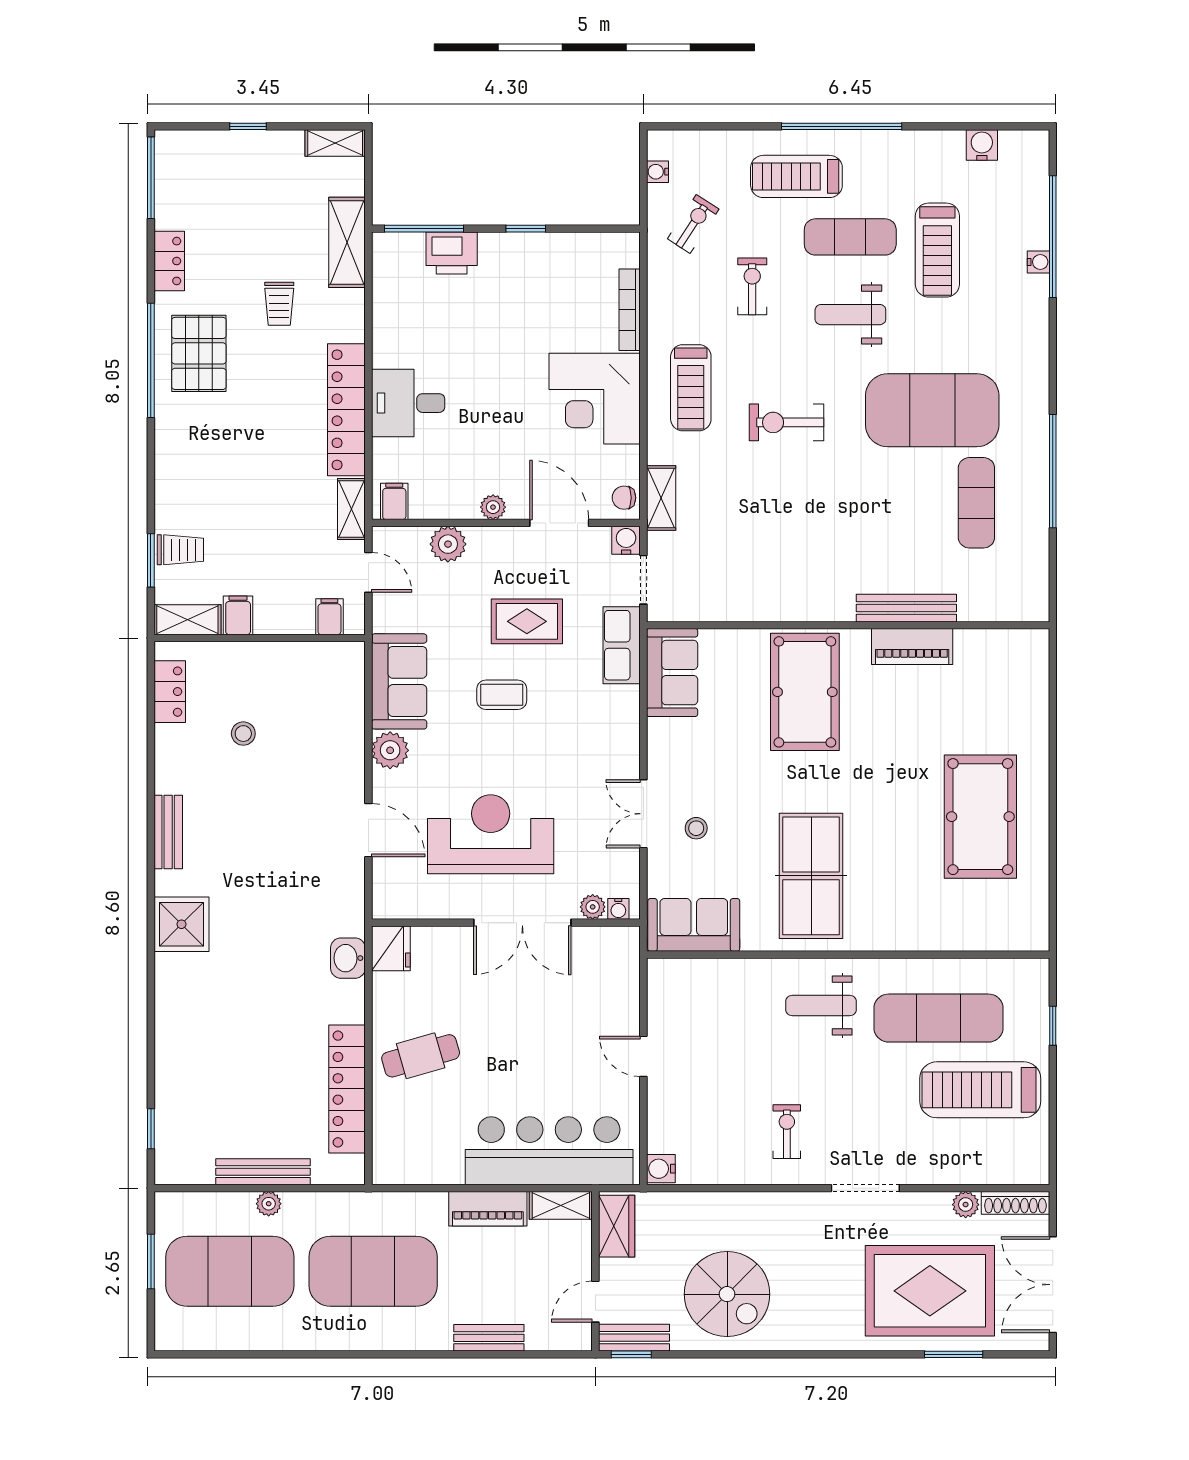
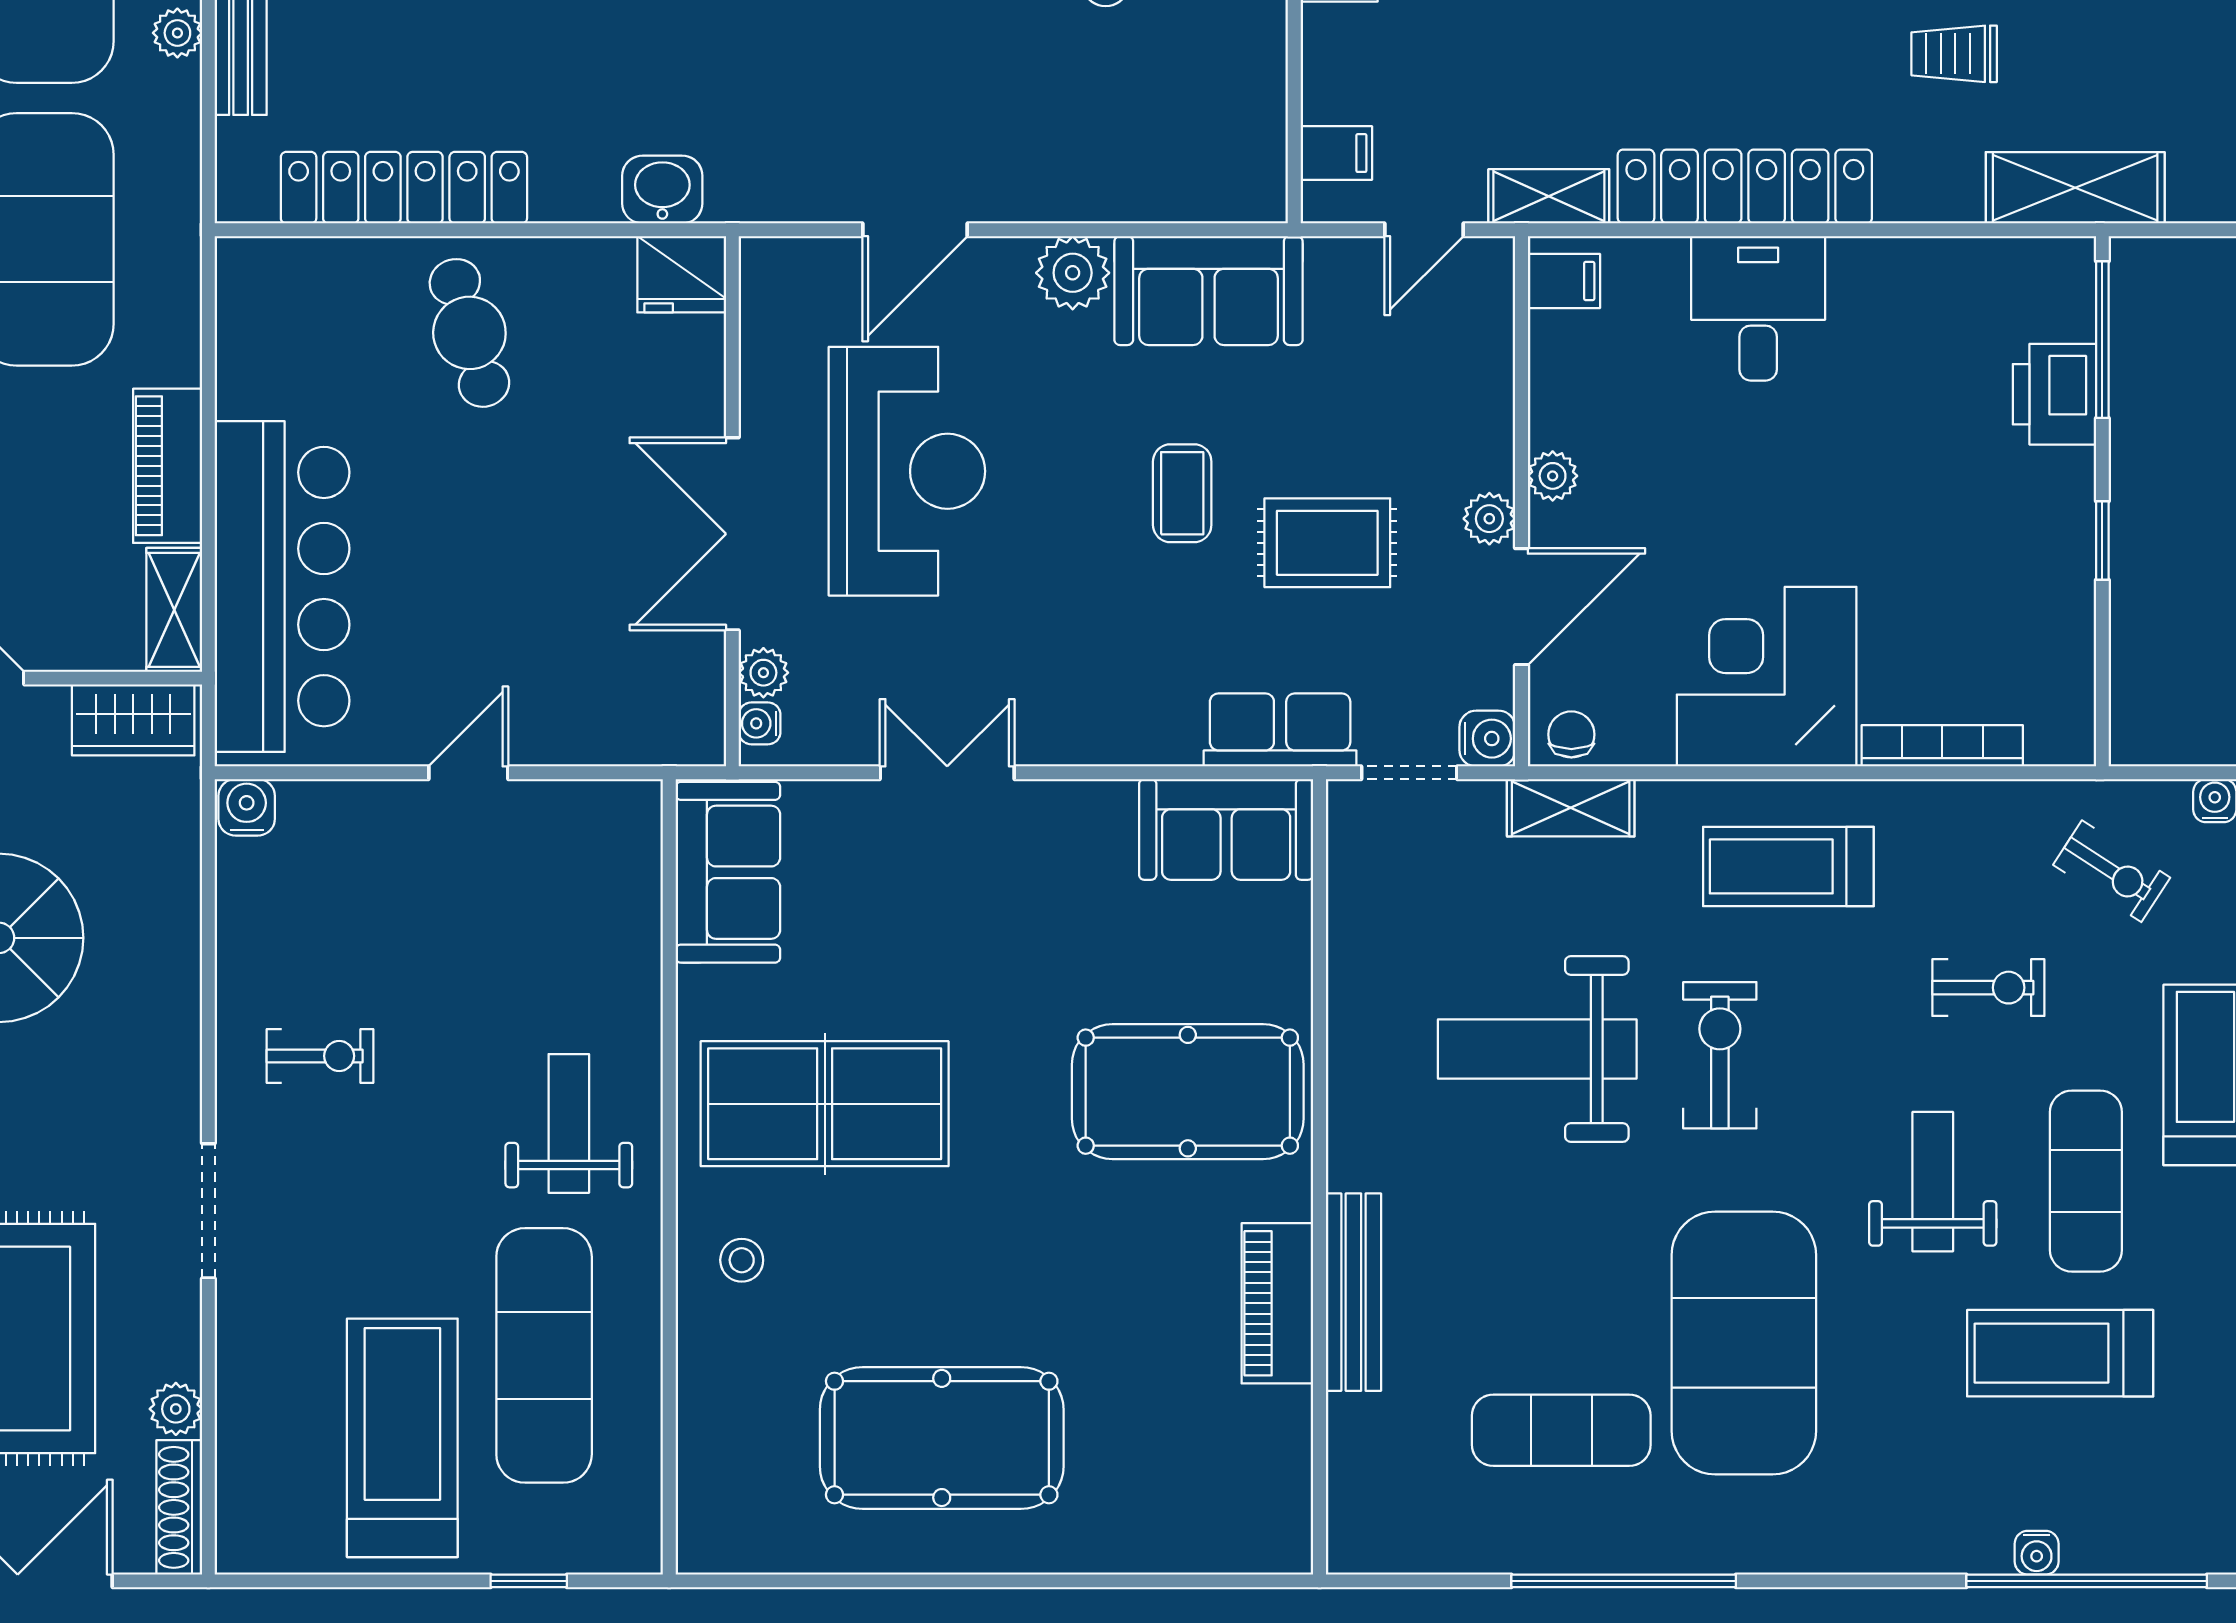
weight bench: (783, 515) -> (1537, 1049), added
plant: (448, 544) -> (1489, 519), moved, width x0.73, depth x0.73
rug: (527, 621) -> (1327, 543), turned 90
stool: (696, 828) -> (742, 1260), moved

